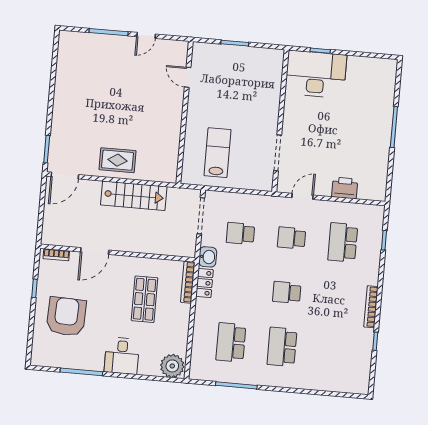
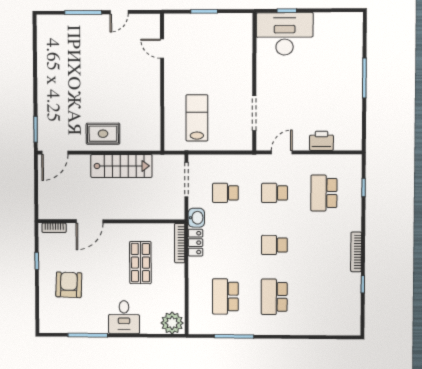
armchair: (66, 317) -> (69, 285), width x0.73, depth x0.73

